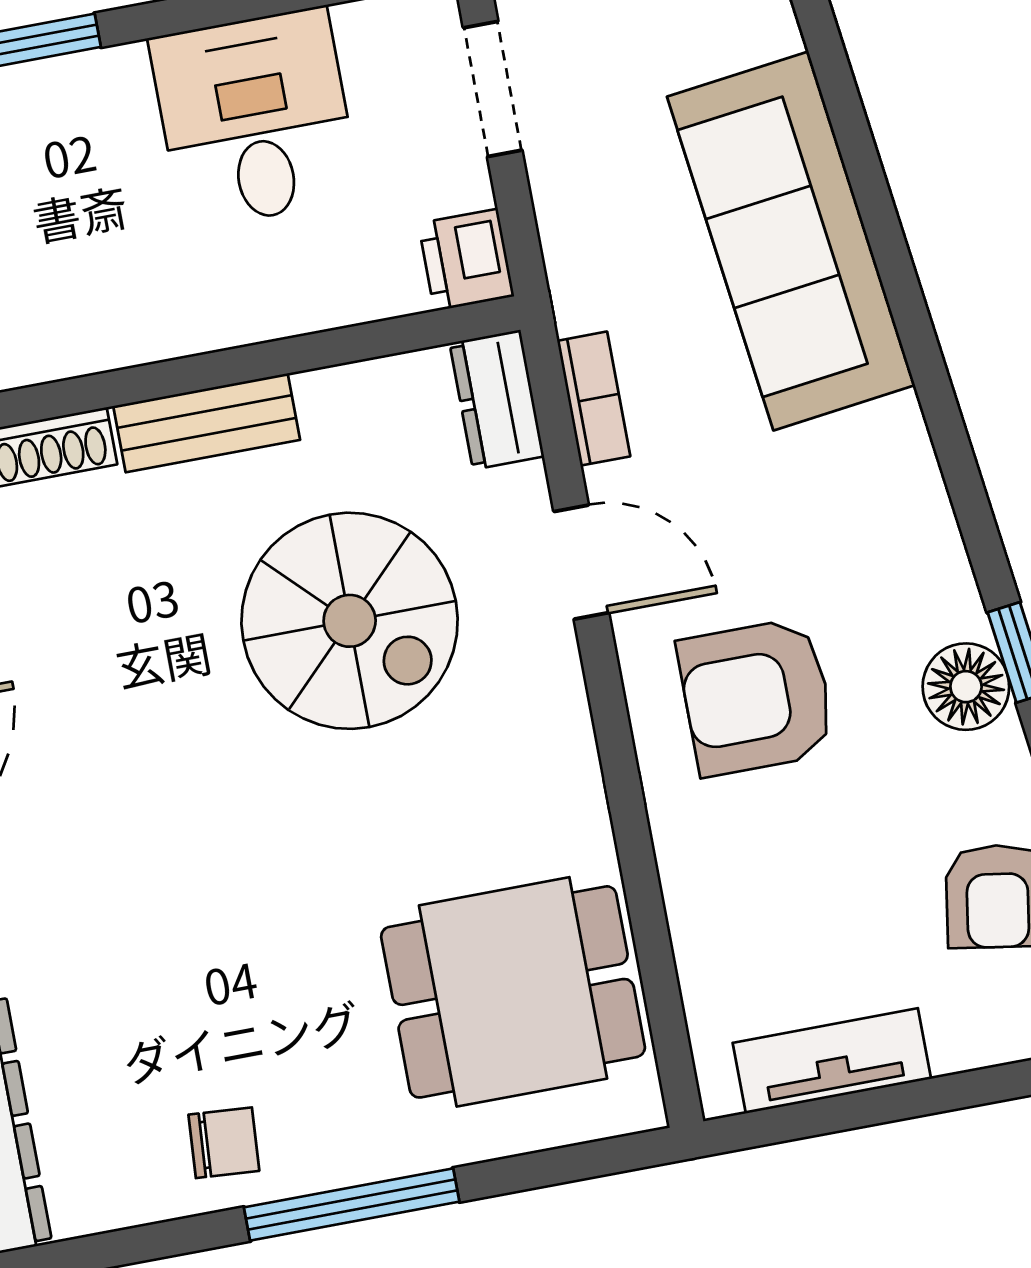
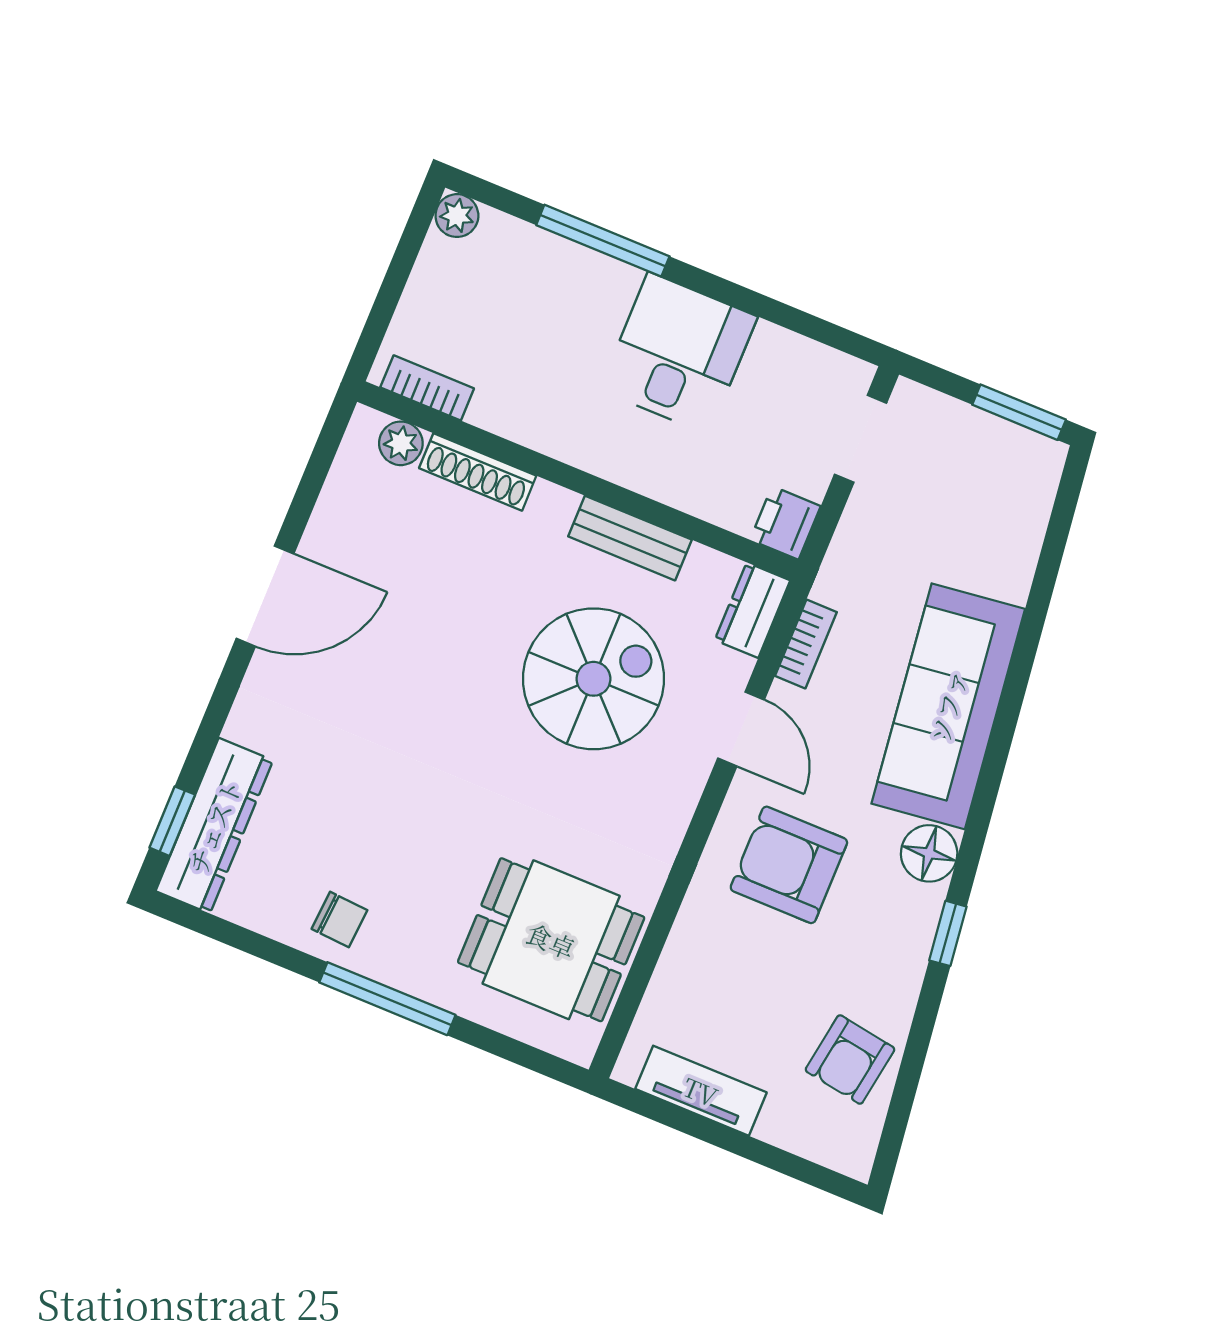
desk: (255, 118) -> (679, 353), moved
sofa: (791, 241) -> (948, 706), moved
bench: (207, 423) -> (630, 538), moved
spiral stairs: (350, 621) -> (593, 679), turned -90
floor lamp: (966, 687) -> (929, 853), moved

